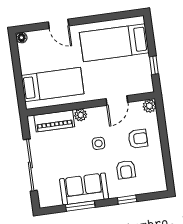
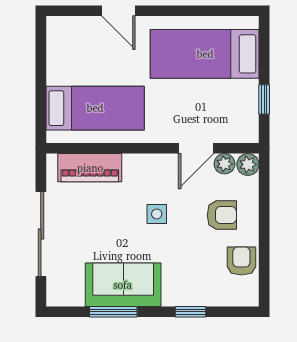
floor lamp: (21, 38) -> (55, 25), removed
plant: (81, 115) -> (225, 164), moved
armchair: (126, 170) -> (241, 261), moved, turned 180

